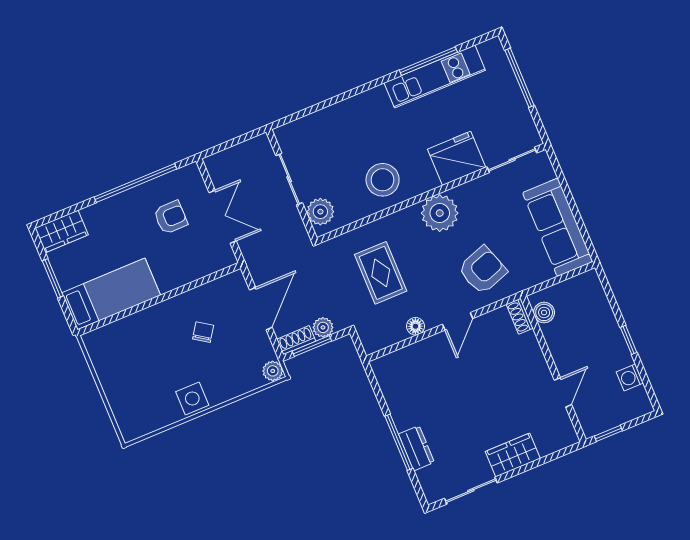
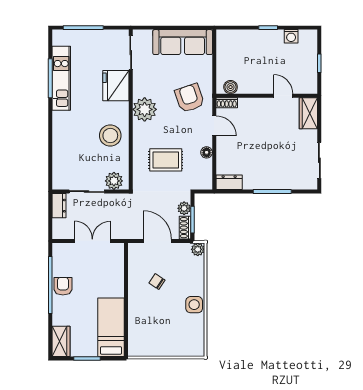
dresser: (253, 149) -> (59, 206), added
armchair: (171, 217) -> (63, 286), moved
boiler: (544, 312) -> (231, 87), moved
shoe rack: (520, 316) -> (227, 103), moved
wall: (553, 369) -> (267, 96), moved
door: (563, 392) -> (283, 96), moved
dresser: (416, 448) -> (229, 182), moved
wardrobe: (513, 455) -> (308, 113), moved

